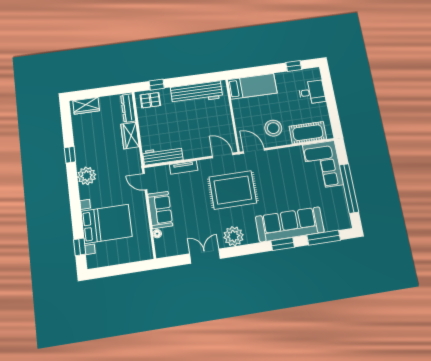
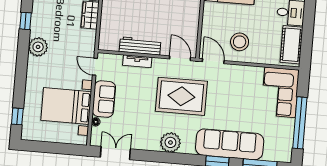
cot: (308, 133) -> (291, 45), moved, turned 90
workbench: (163, 156) -> (140, 46), moved
bed with nightstands: (106, 224) -> (66, 106), moved, turned 180
double door: (205, 256) -> (115, 153), moved

